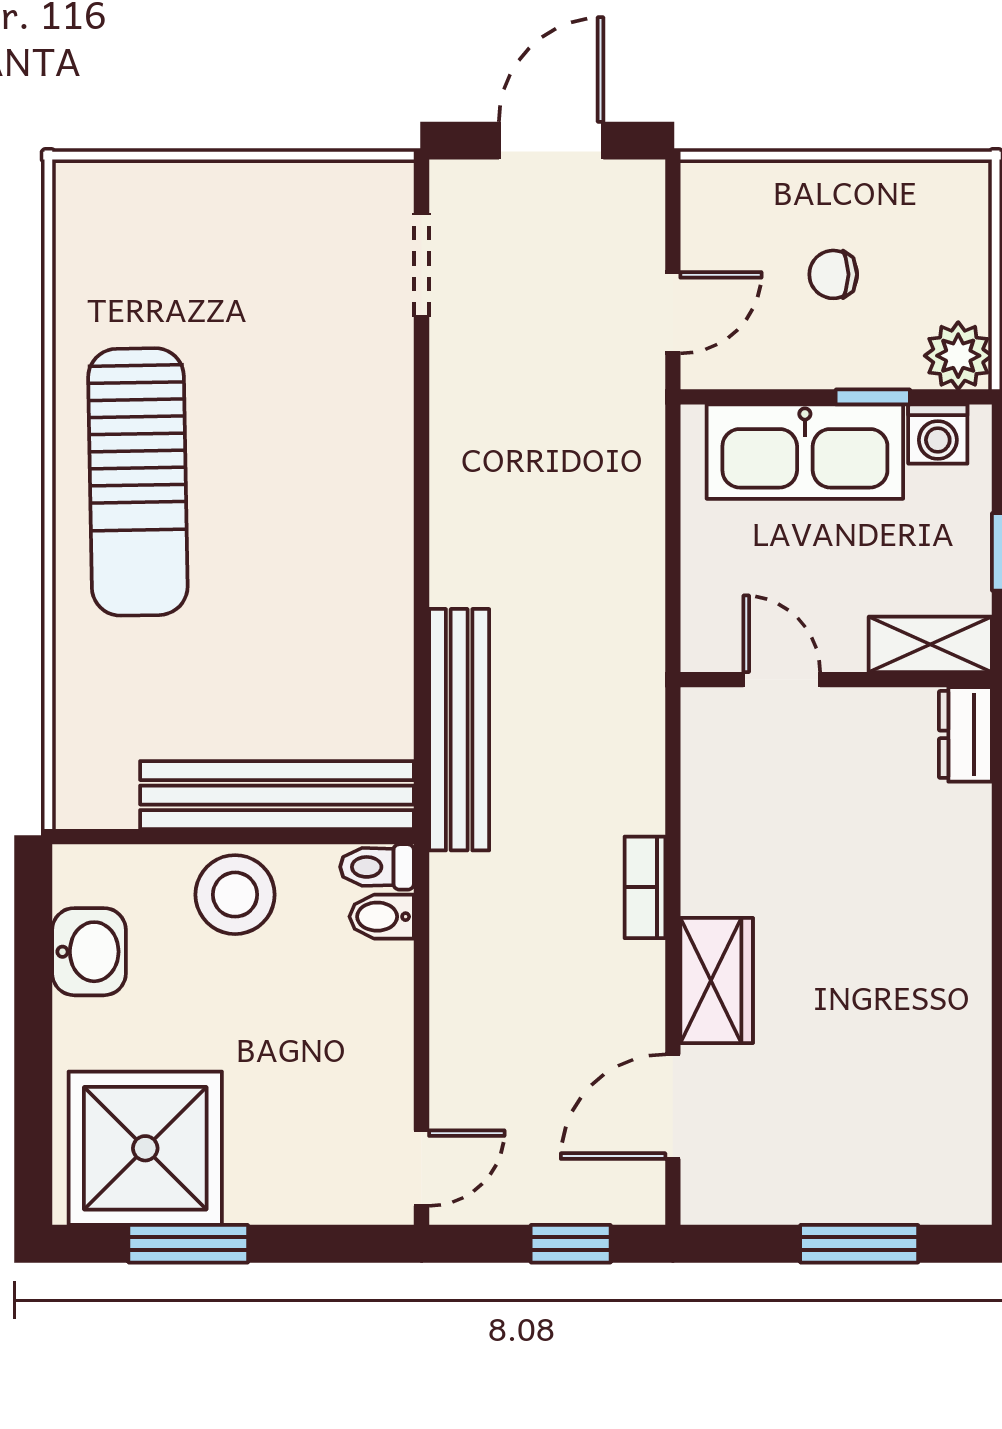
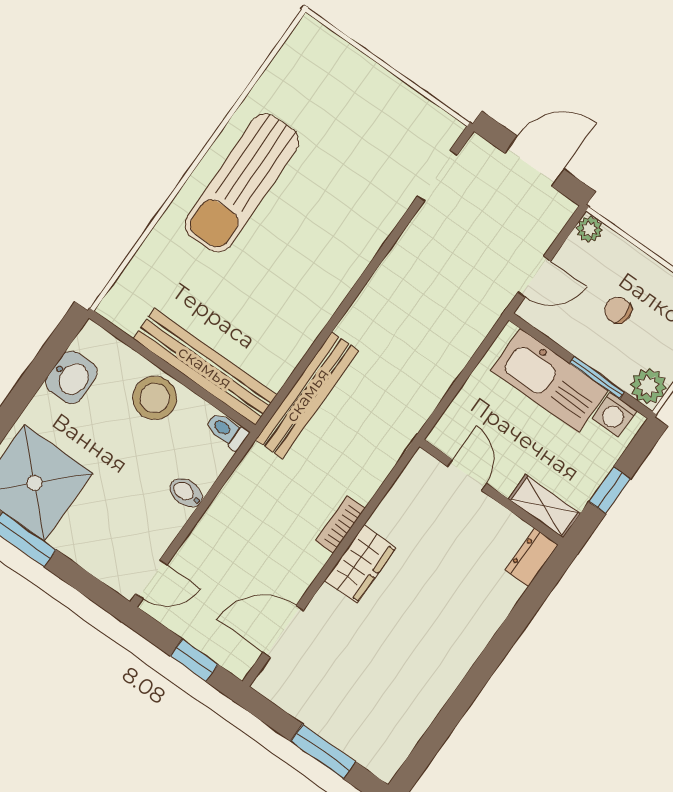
plant: (705, 184) -> (589, 229), added
window: (873, 397) -> (597, 377), width x1.50
bidet: (382, 917) -> (186, 493), moved
wardrobe: (717, 981) -> (360, 564), moved

